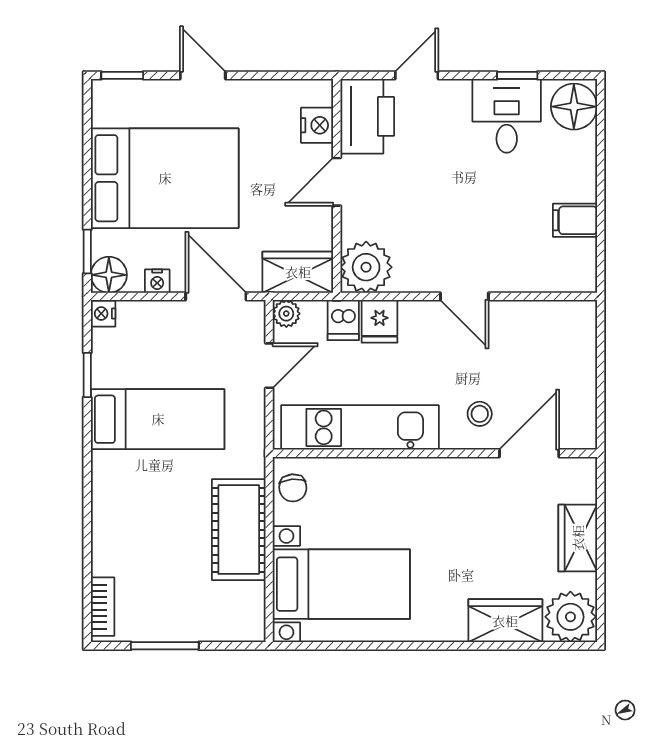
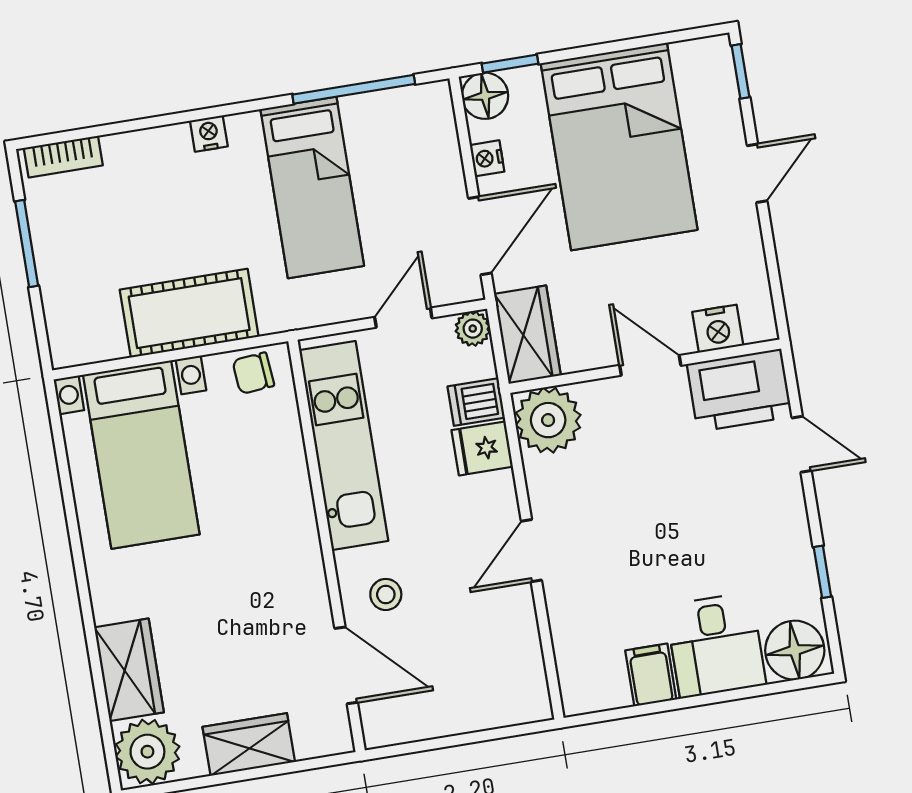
desk: (507, 116) -> (716, 645), moved, turned 90
nightstand: (103, 314) -> (209, 134), moved
door: (269, 366) -> (403, 318), swing flipped
window: (87, 375) -> (354, 89), width x2.17

